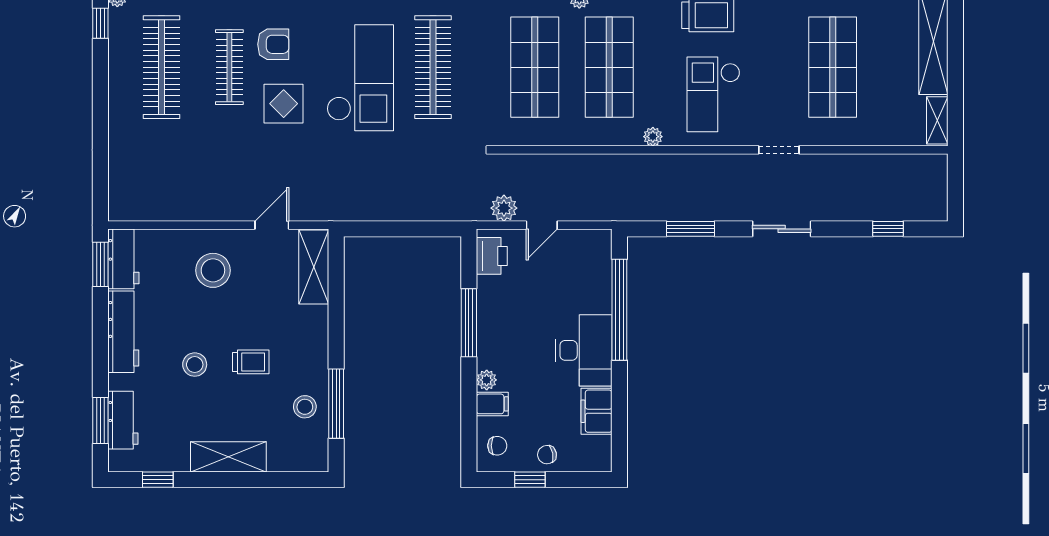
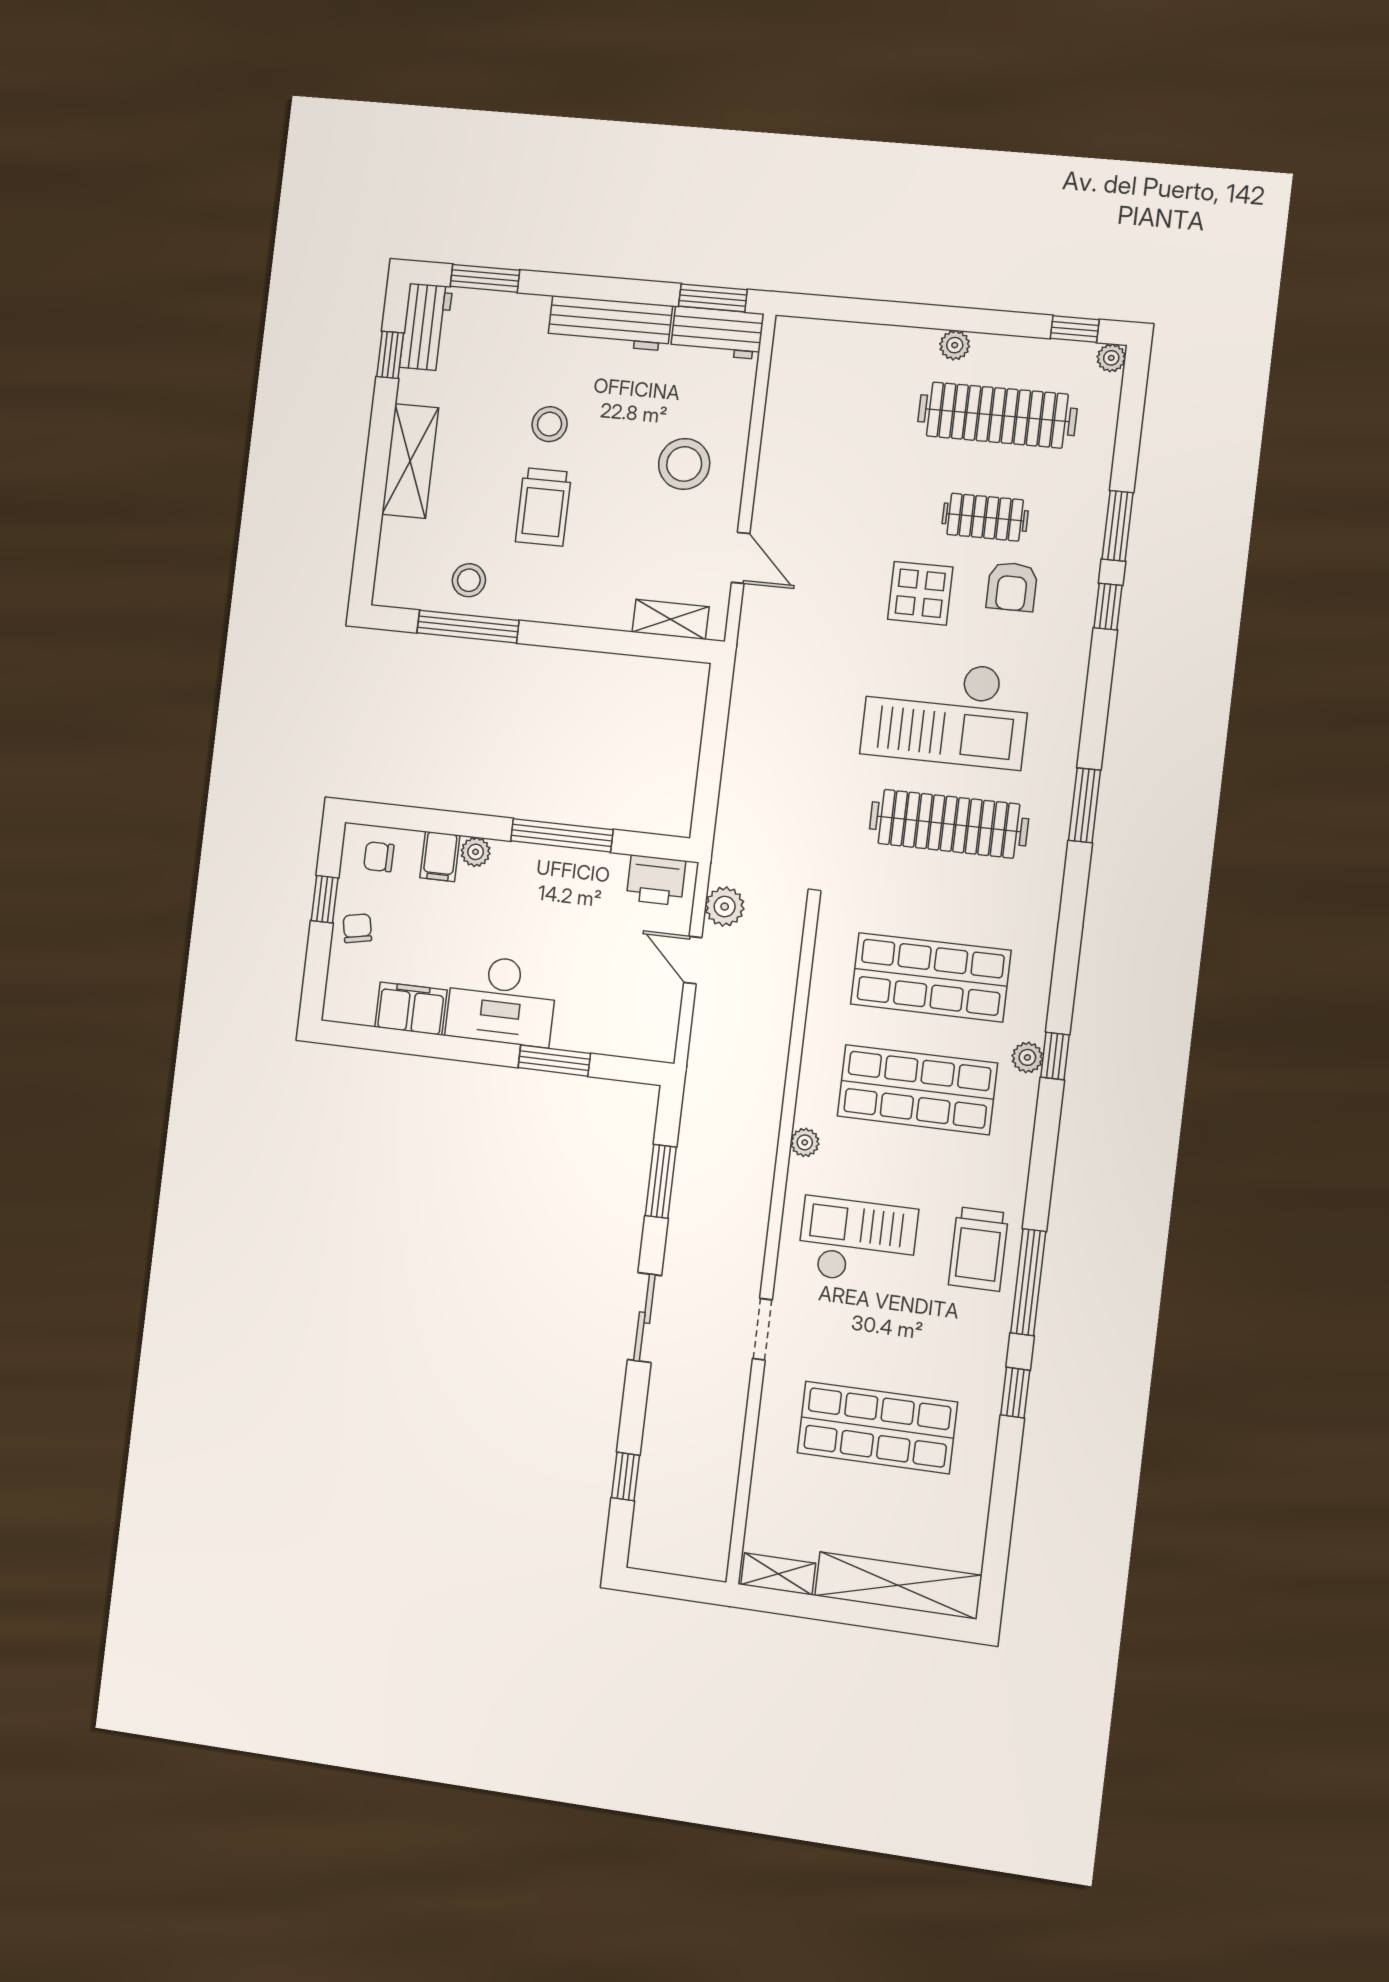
clothes rail: (229, 67) -> (985, 517), width x0.73
plant: (118, 100) -> (955, 345), added
shelving: (314, 267) -> (671, 619), width x0.67, depth x0.75
window: (619, 310) -> (554, 1061), width x0.47
trolley: (251, 362) -> (543, 507), width x1.36, depth x1.39
workbench: (123, 420) -> (426, 327), moved, turned -90
chair: (497, 446) -> (379, 857), turned 90

